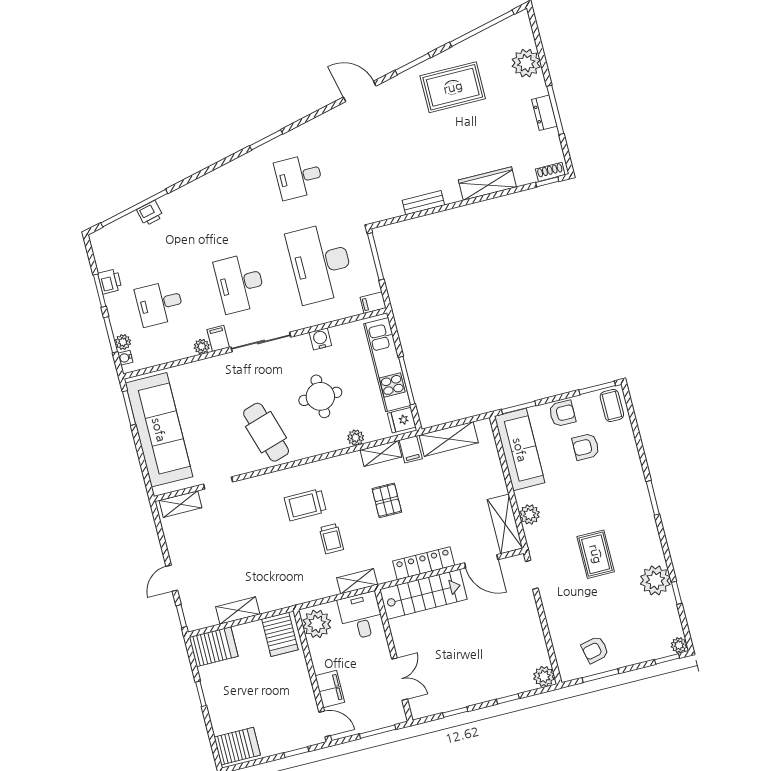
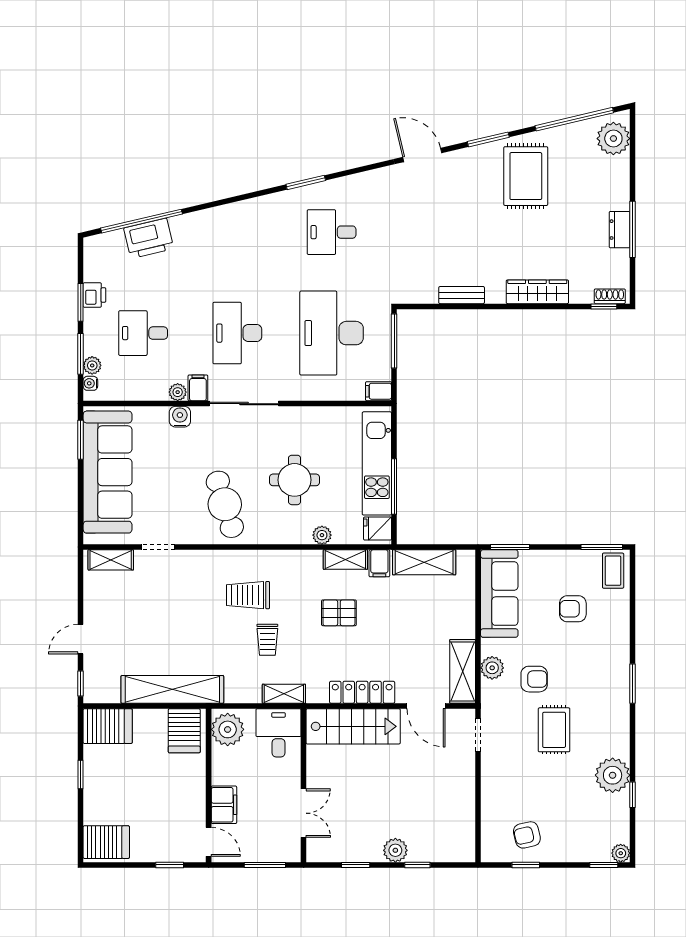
plant: (526, 63) -> (613, 139), moved
rug: (453, 87) -> (526, 176), turned 90
printer: (150, 213) -> (149, 238), width x1.87, depth x1.48
water cooler: (320, 339) -> (180, 417), moved
armchair: (562, 413) -> (534, 679), moved
pallet: (387, 500) -> (339, 613), turned 90
shelving: (238, 610) -> (172, 689), width x2.20, depth x1.33
plant: (544, 676) -> (395, 850), moved
window: (600, 676) -> (526, 865), width x0.67

